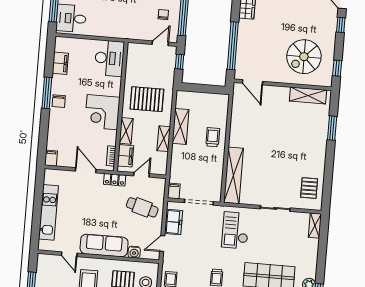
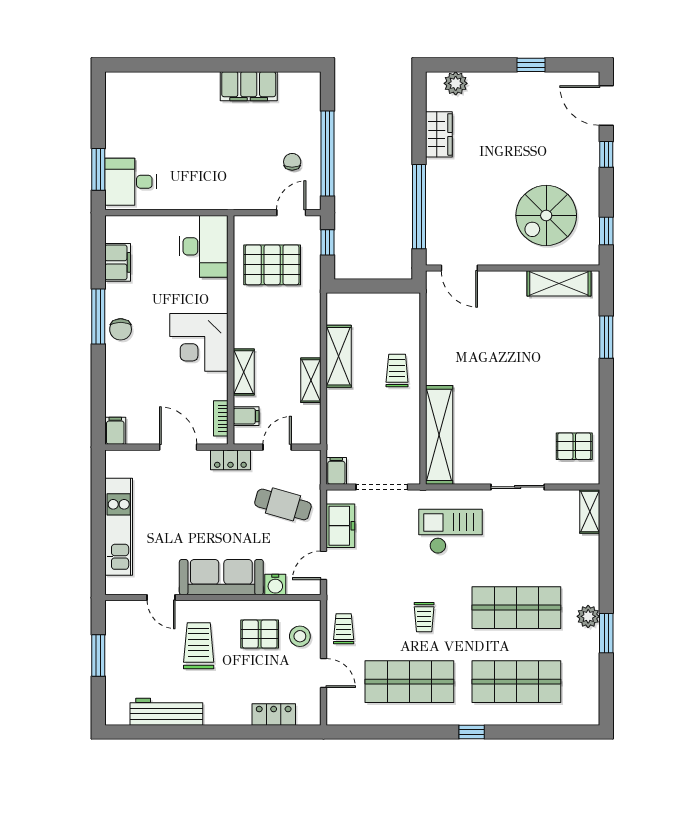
pallet: (147, 99) -> (272, 265), moved
filing cabinet: (125, 156) -> (246, 416), width x0.50
pallet: (309, 188) -> (574, 446), turned 90
checkout: (235, 230) -> (451, 531), turned 90

